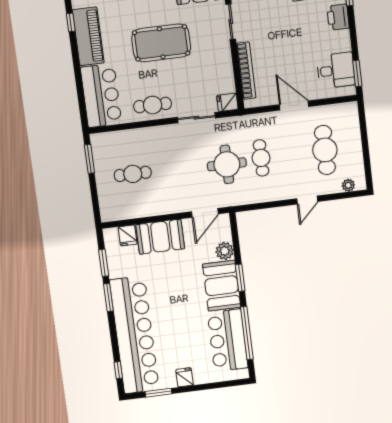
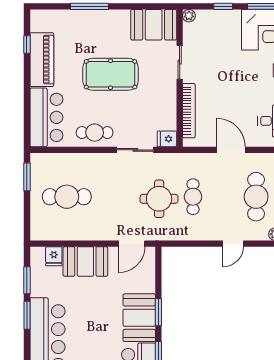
cafe table: (133, 174) -> (67, 197), width x1.37, depth x1.35
plant: (225, 251) -> (147, 284), removed

